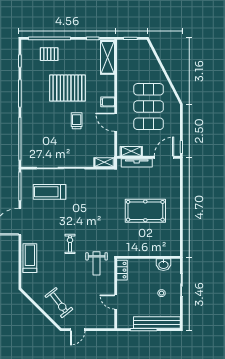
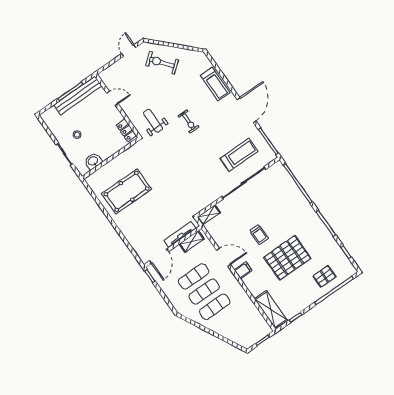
pool table: (145, 211) -> (127, 191), moved
bench: (157, 323) -> (78, 95), moved

